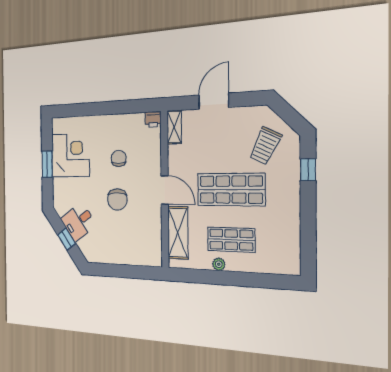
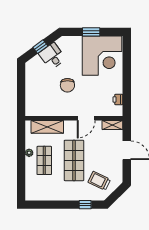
printer: (153, 119) -> (118, 99), moved
corner desk: (70, 155) -> (102, 56), width x1.36, depth x1.36
chair: (119, 158) -> (94, 87), removed
door: (165, 190) -> (86, 118), moved
chair: (117, 200) -> (67, 85), turned -91

